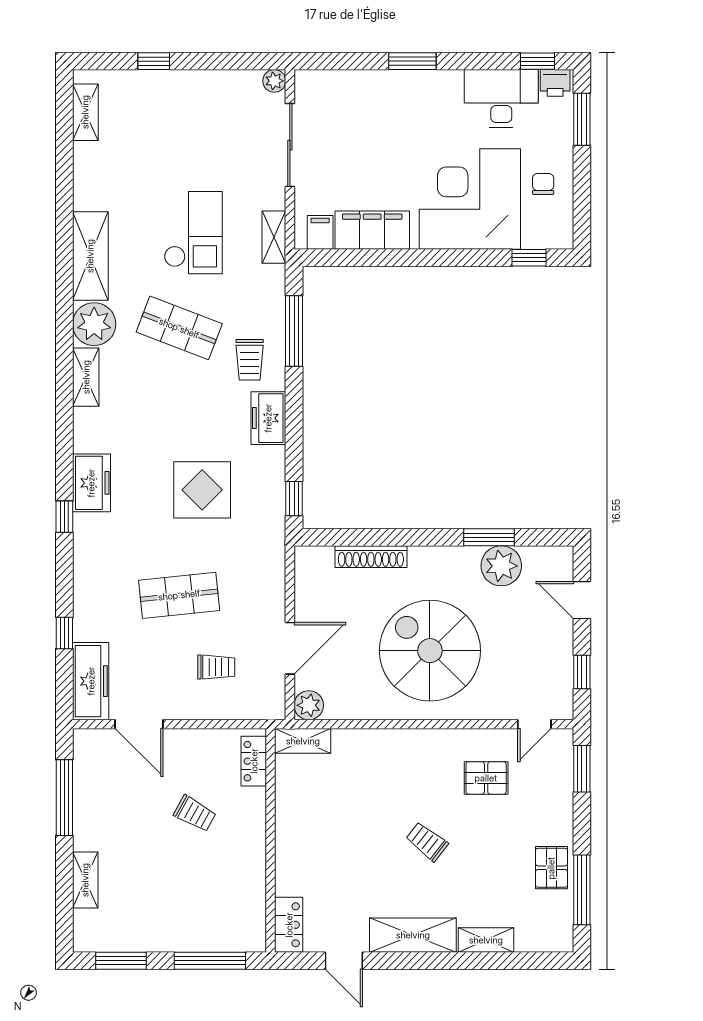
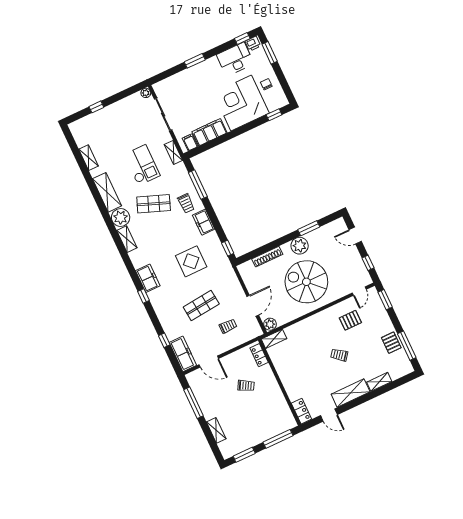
shelving: (85, 112) -> (88, 158), moved
plant: (501, 566) -> (300, 246), moved

